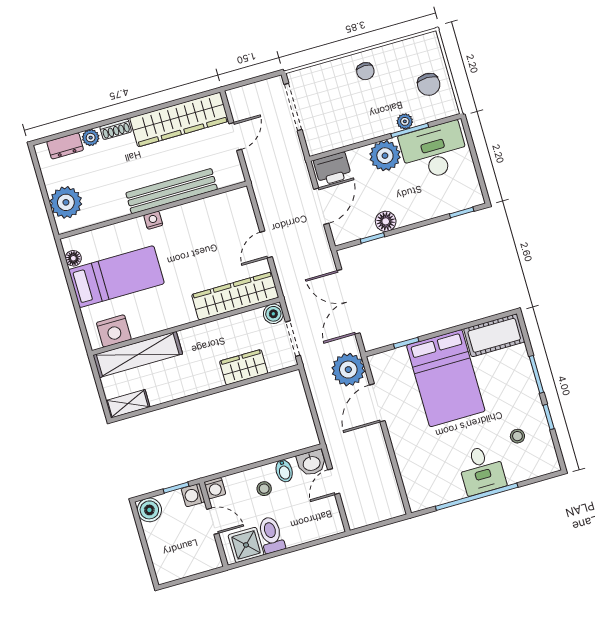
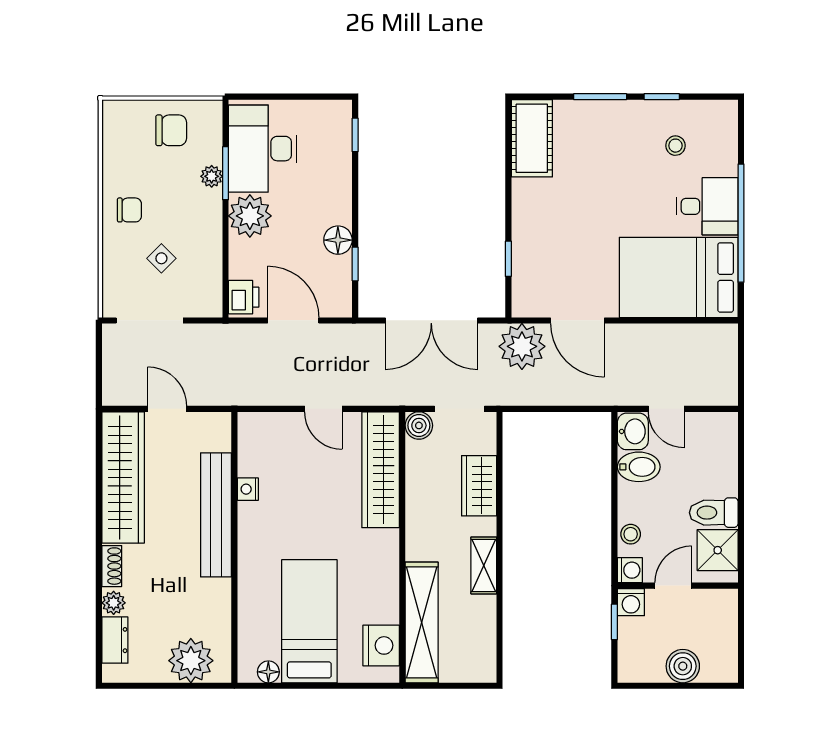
side table: (338, 103) -> (161, 258), added
printer: (333, 169) -> (244, 297), width x0.73, depth x0.81
nightstand: (153, 220) -> (248, 489), moved
bed: (446, 378) -> (679, 277), moved, turned 180
shelving: (128, 404) -> (484, 565), moved
bidet: (284, 471) -> (639, 467), width x1.38, depth x1.36
stool: (264, 489) -> (631, 534), moved
boiler: (149, 510) -> (683, 666), moved

